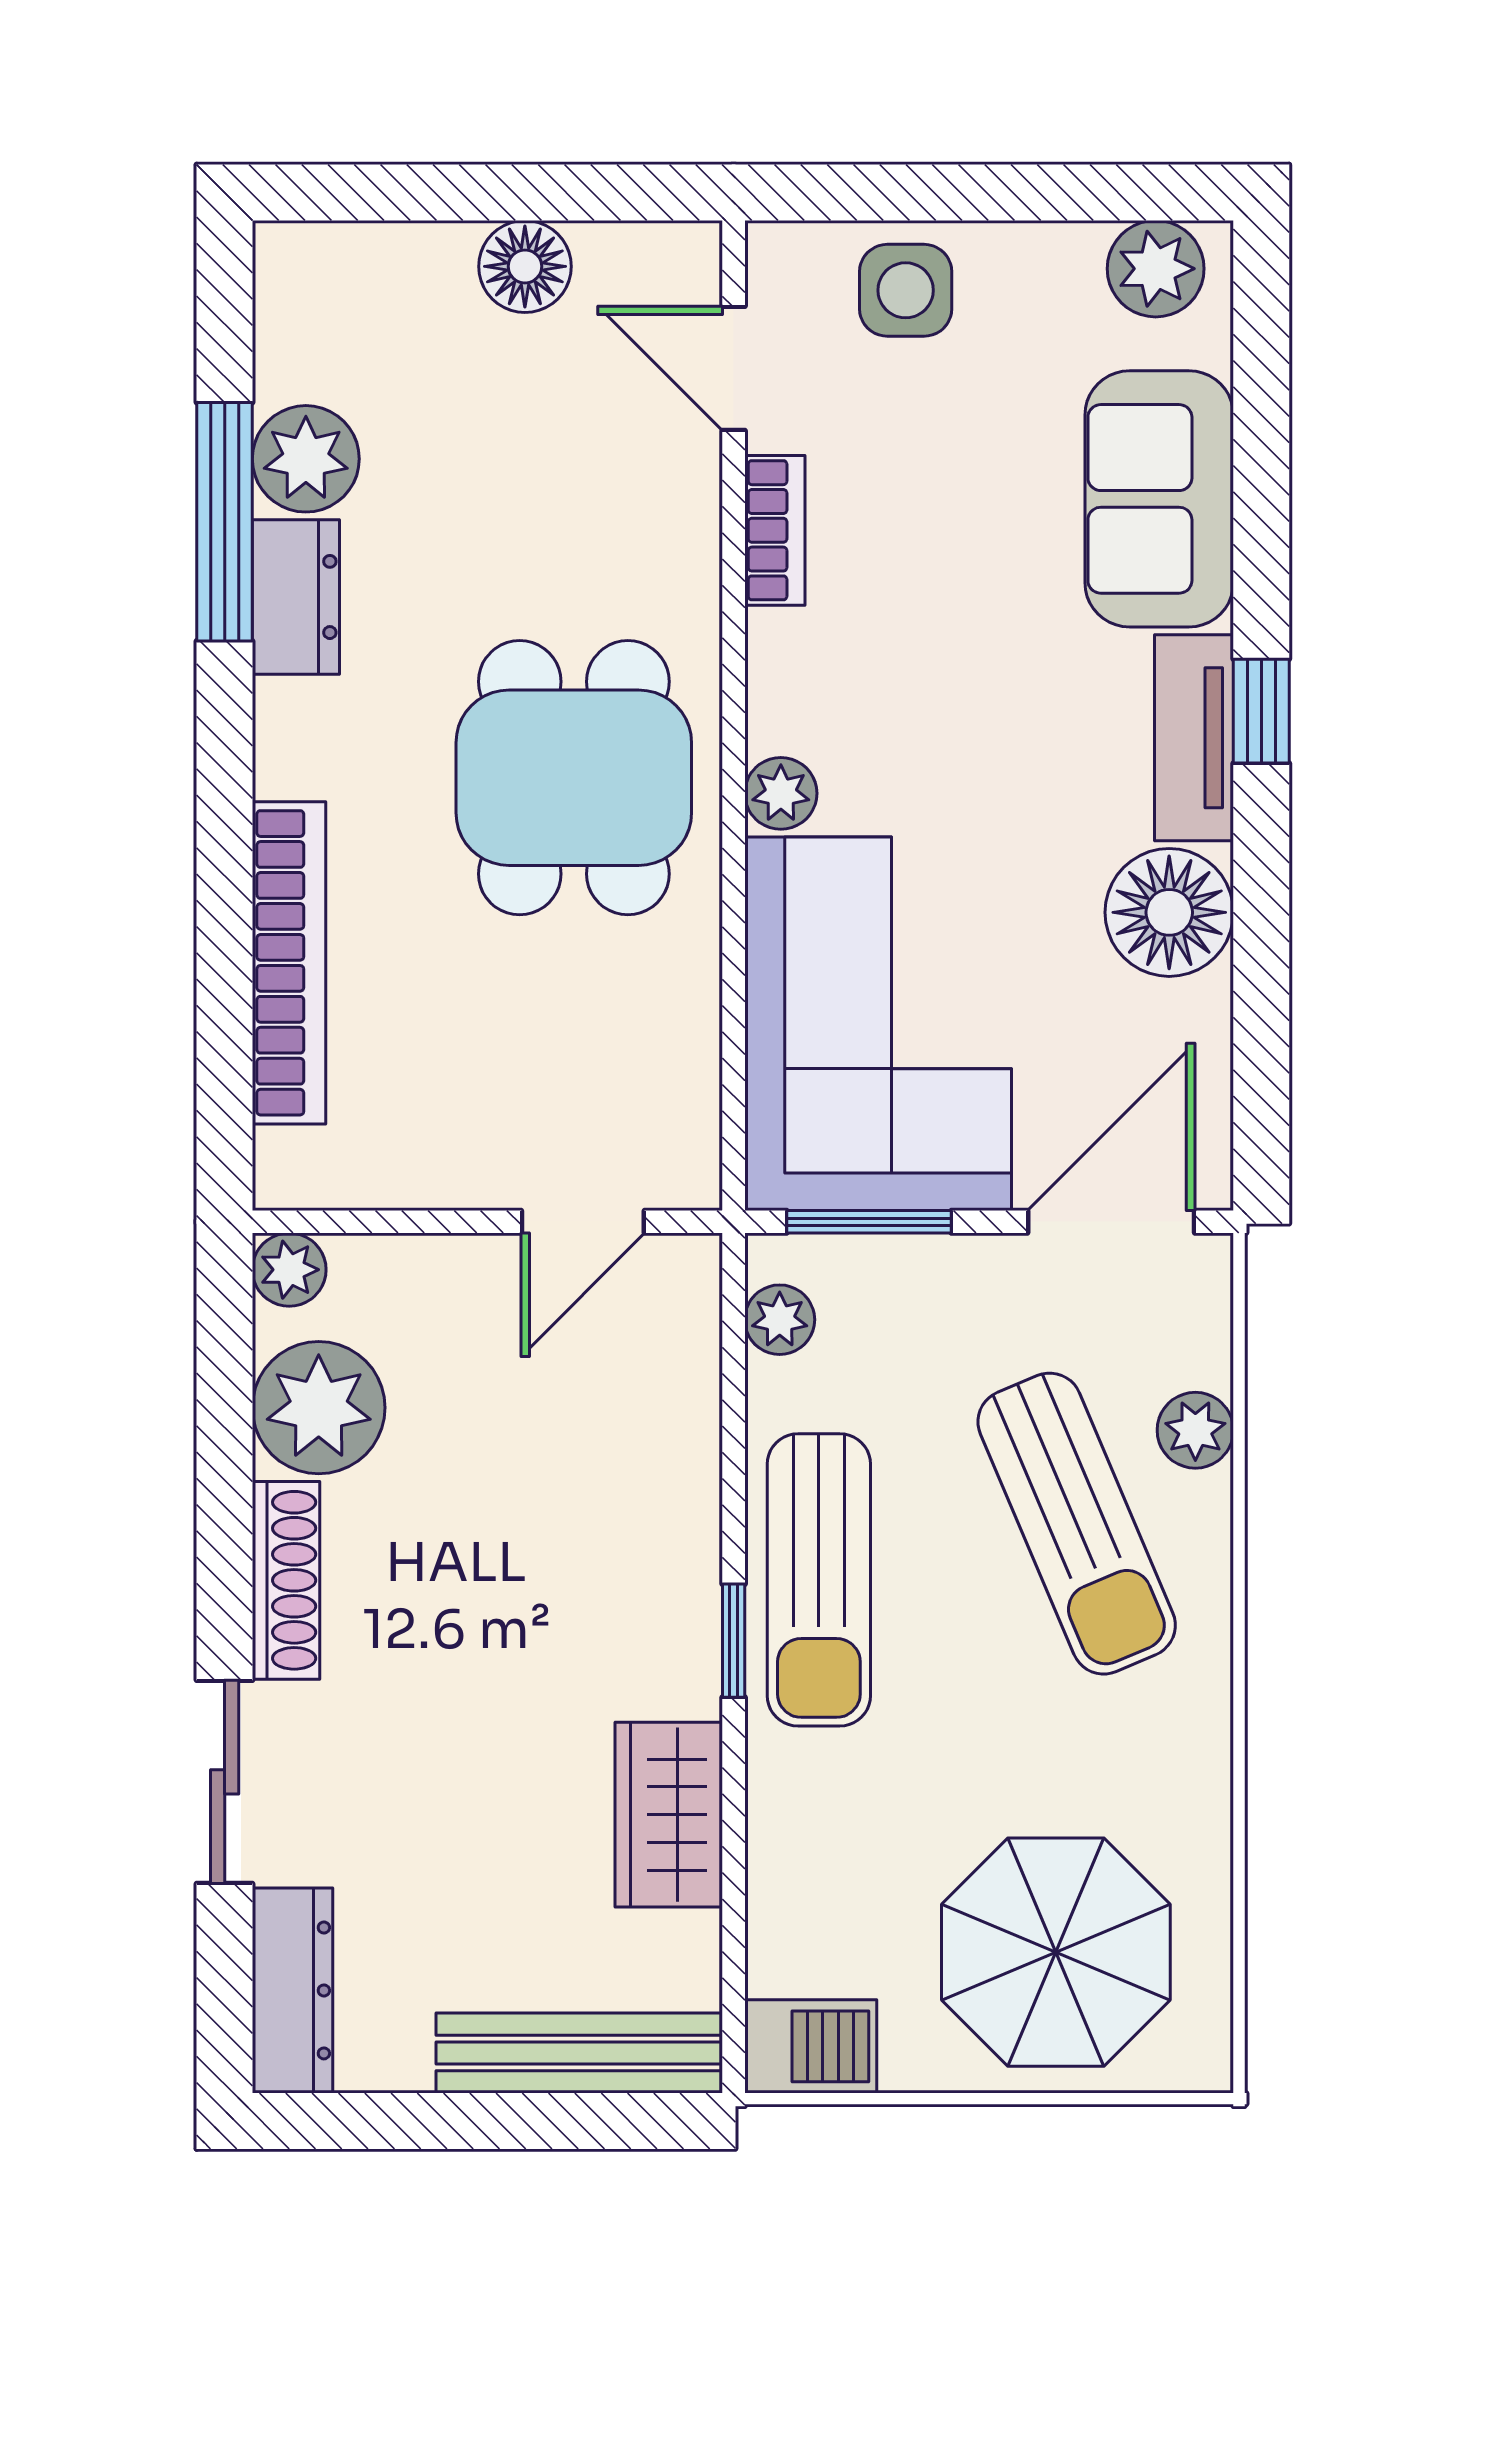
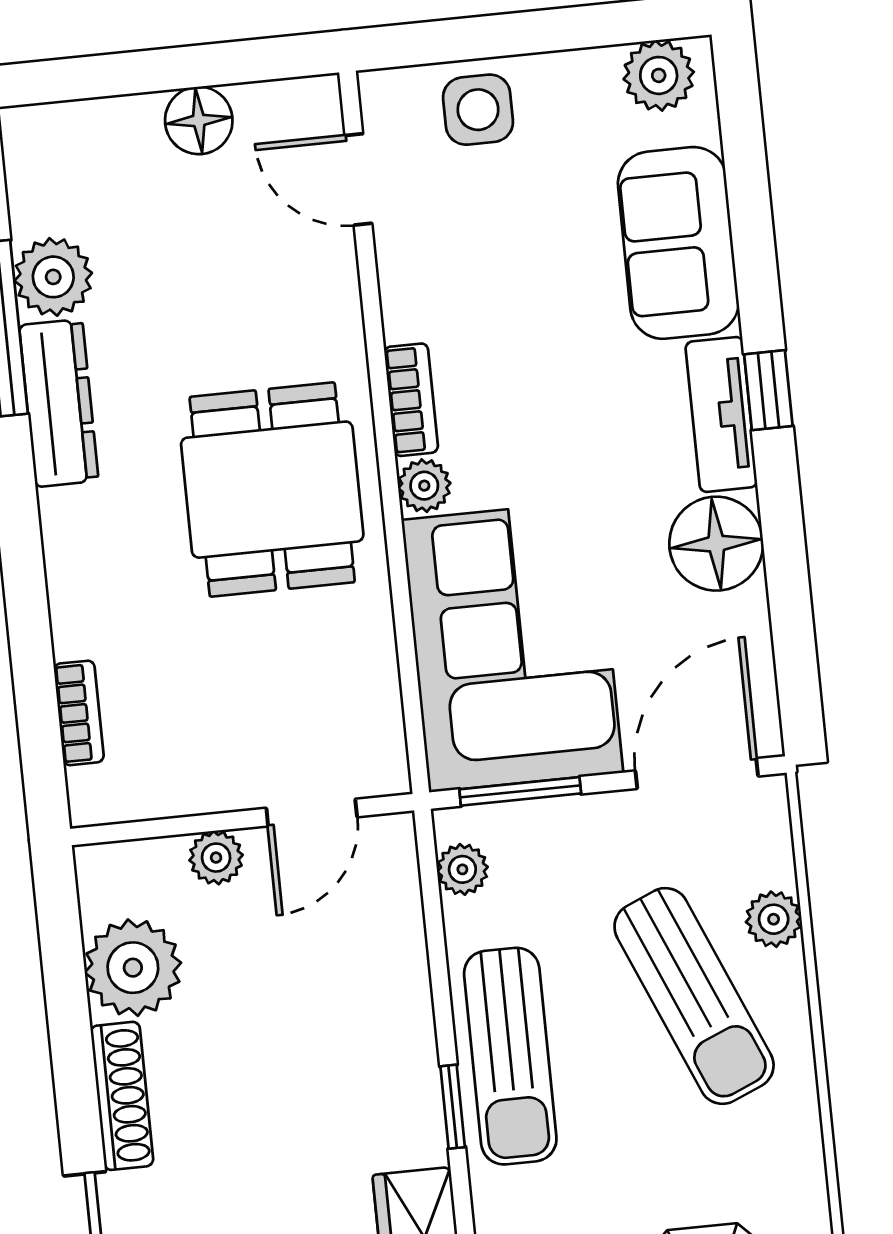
bookcase: (775, 530) -> (411, 400), moved
dresser: (296, 597) -> (59, 403), width x1.44
bookcase: (289, 963) -> (79, 713), width x0.43, depth x0.76
plant: (289, 1270) -> (216, 858), moved

